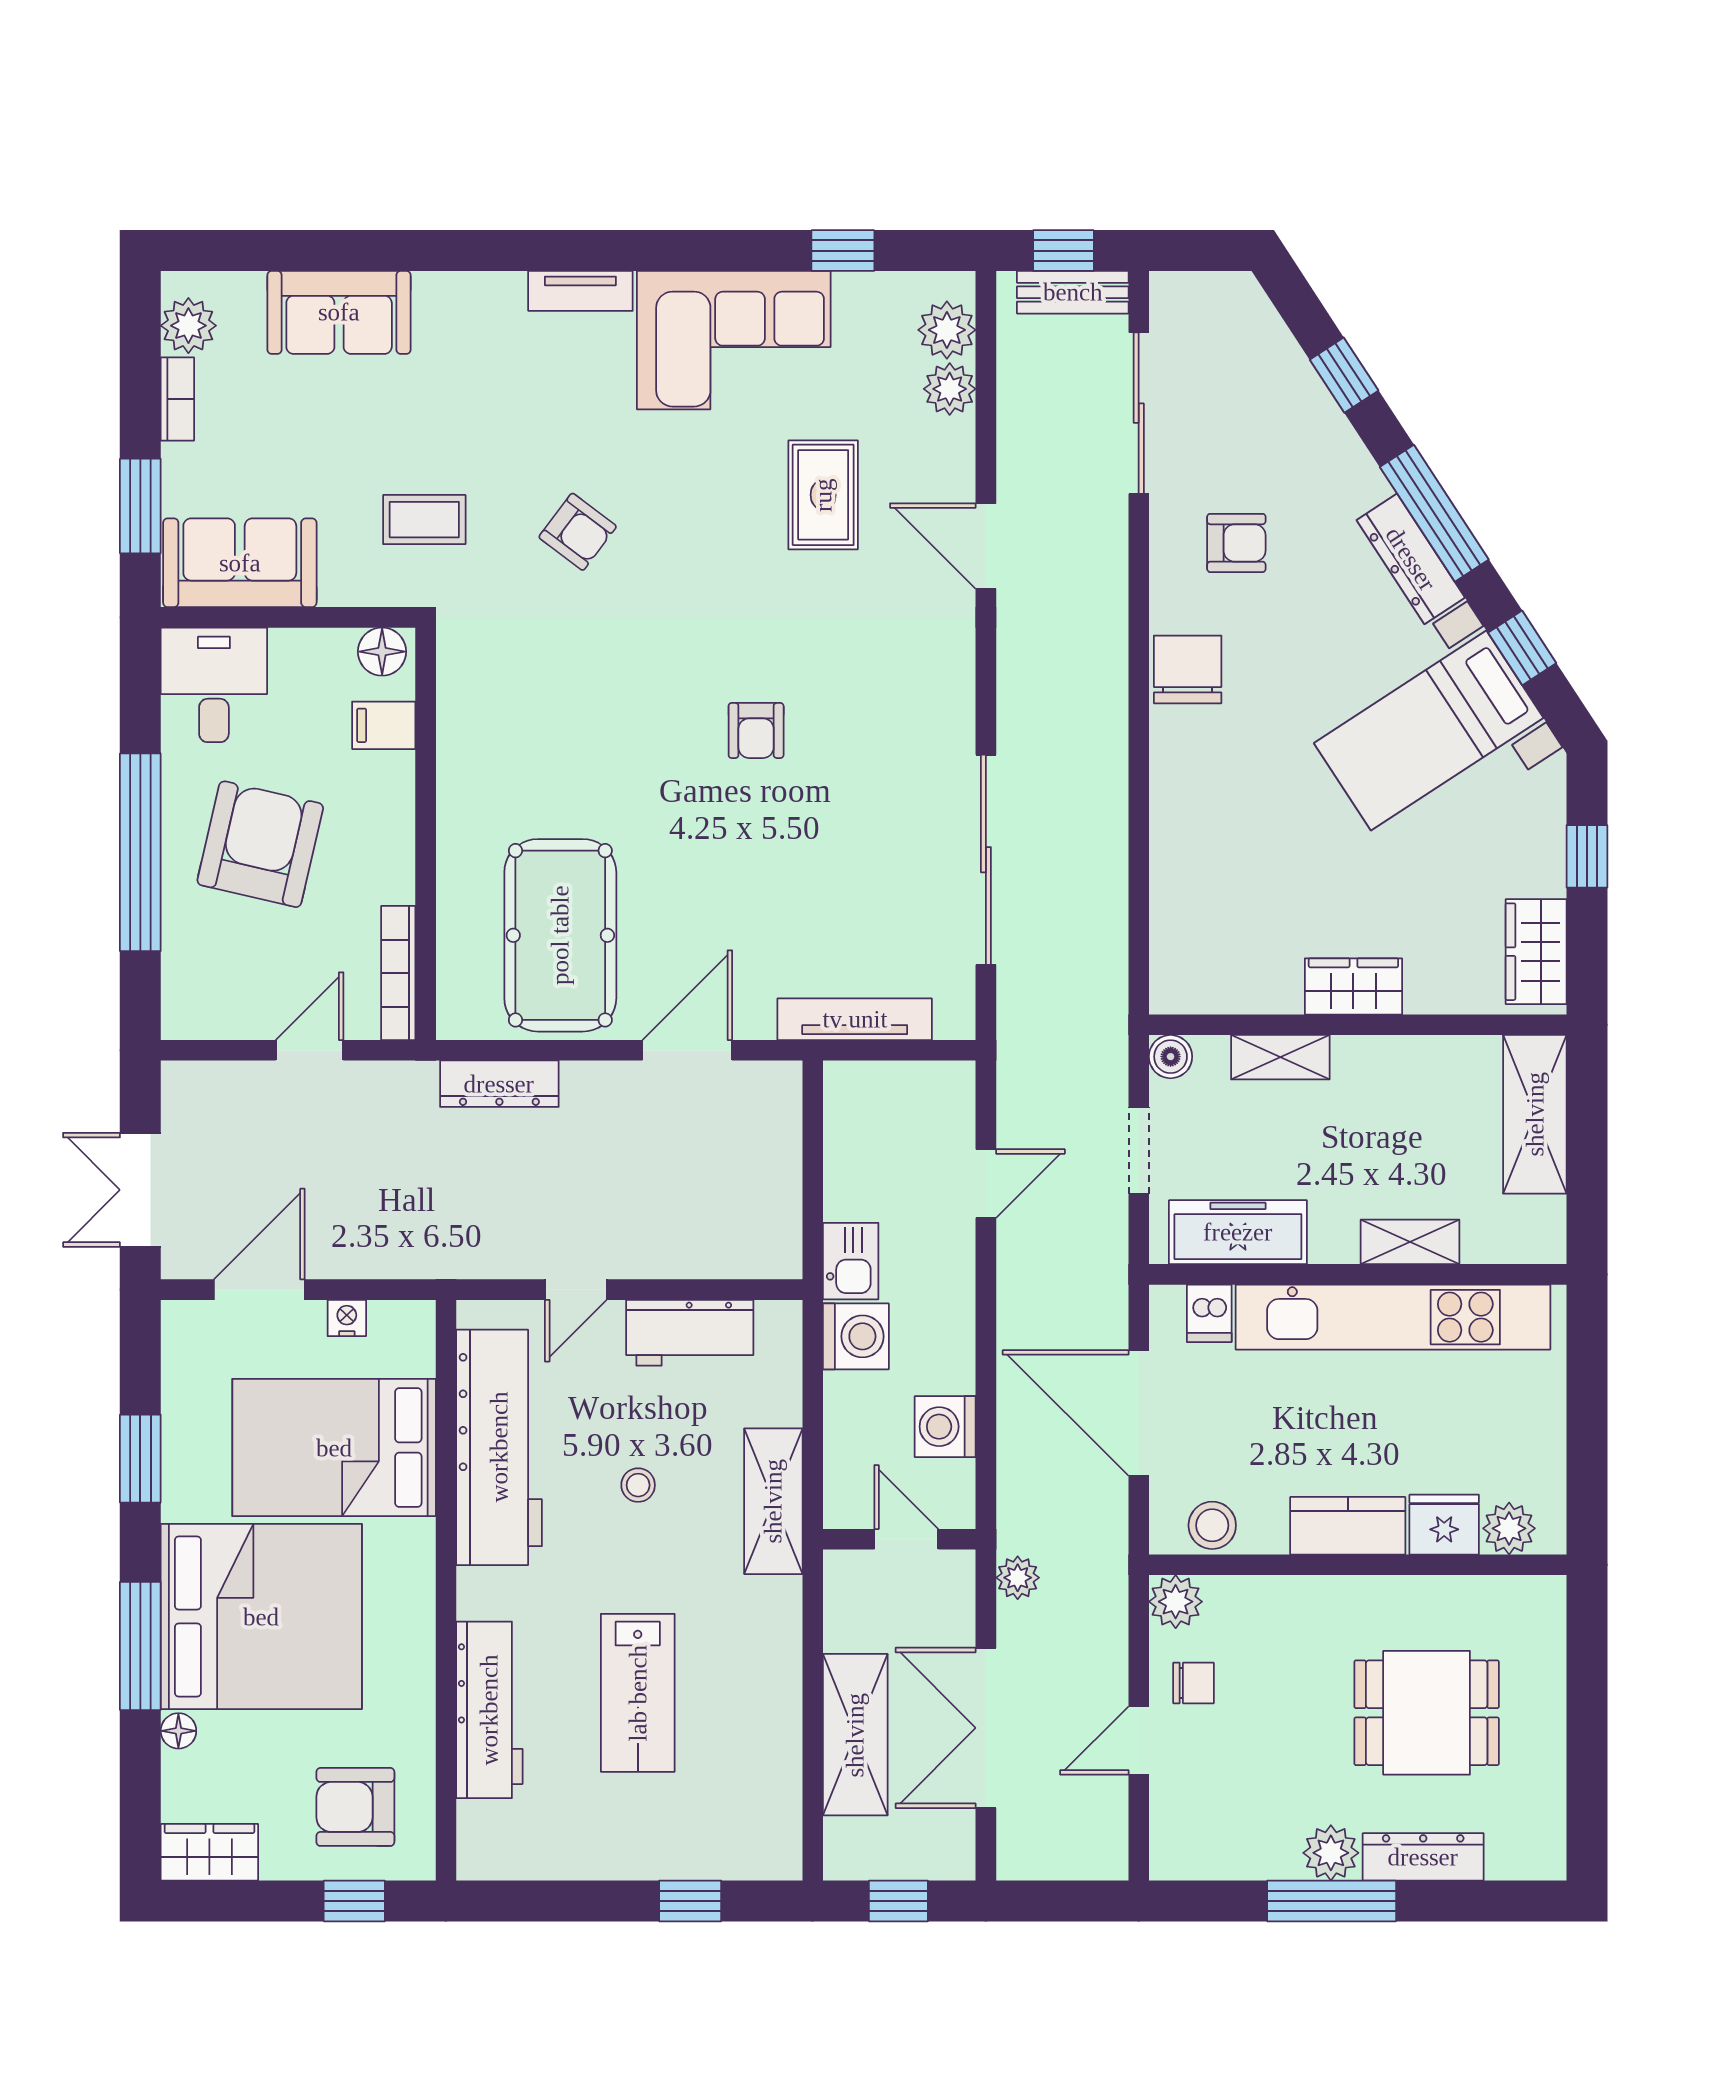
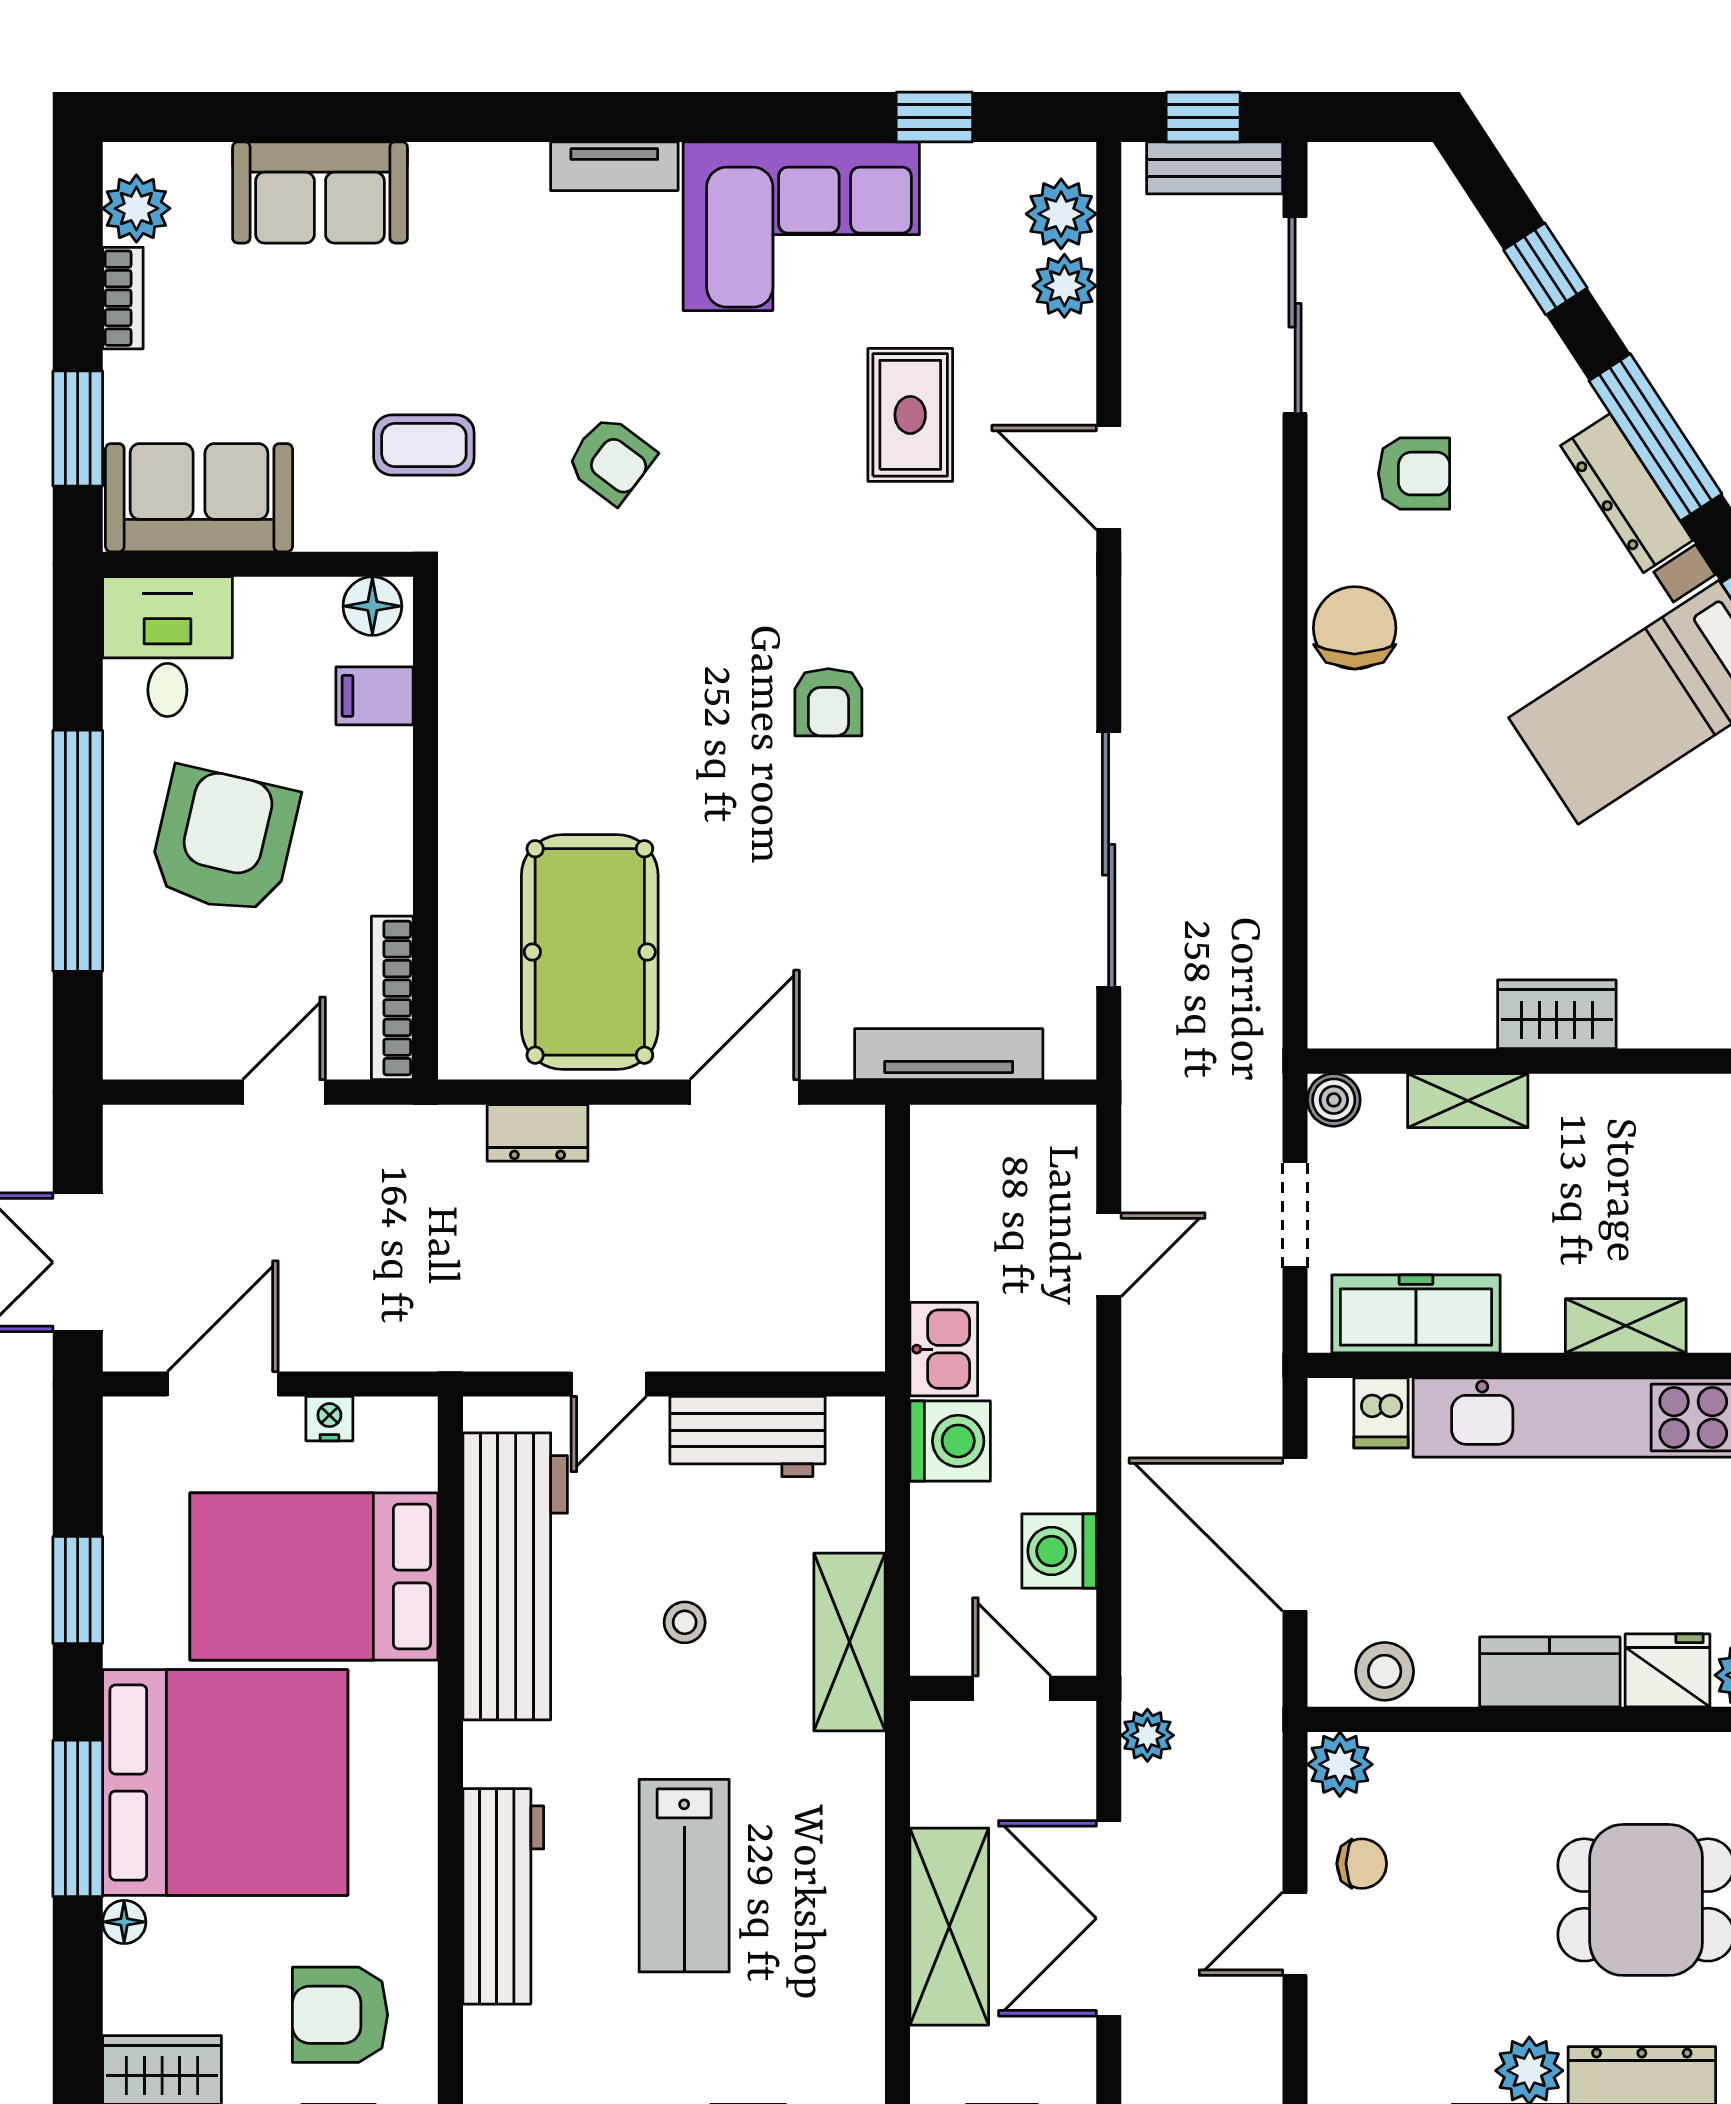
dresser: (499, 1084) -> (538, 1133), width x0.70

